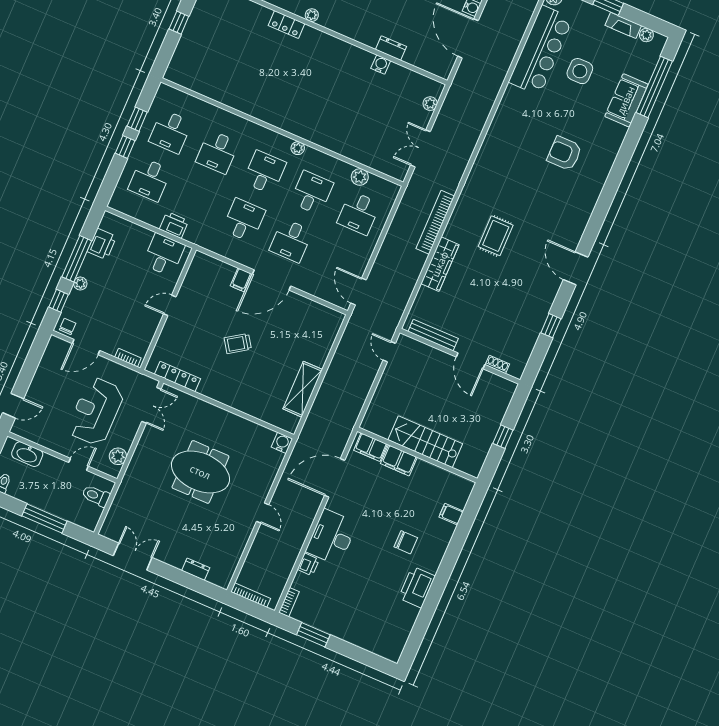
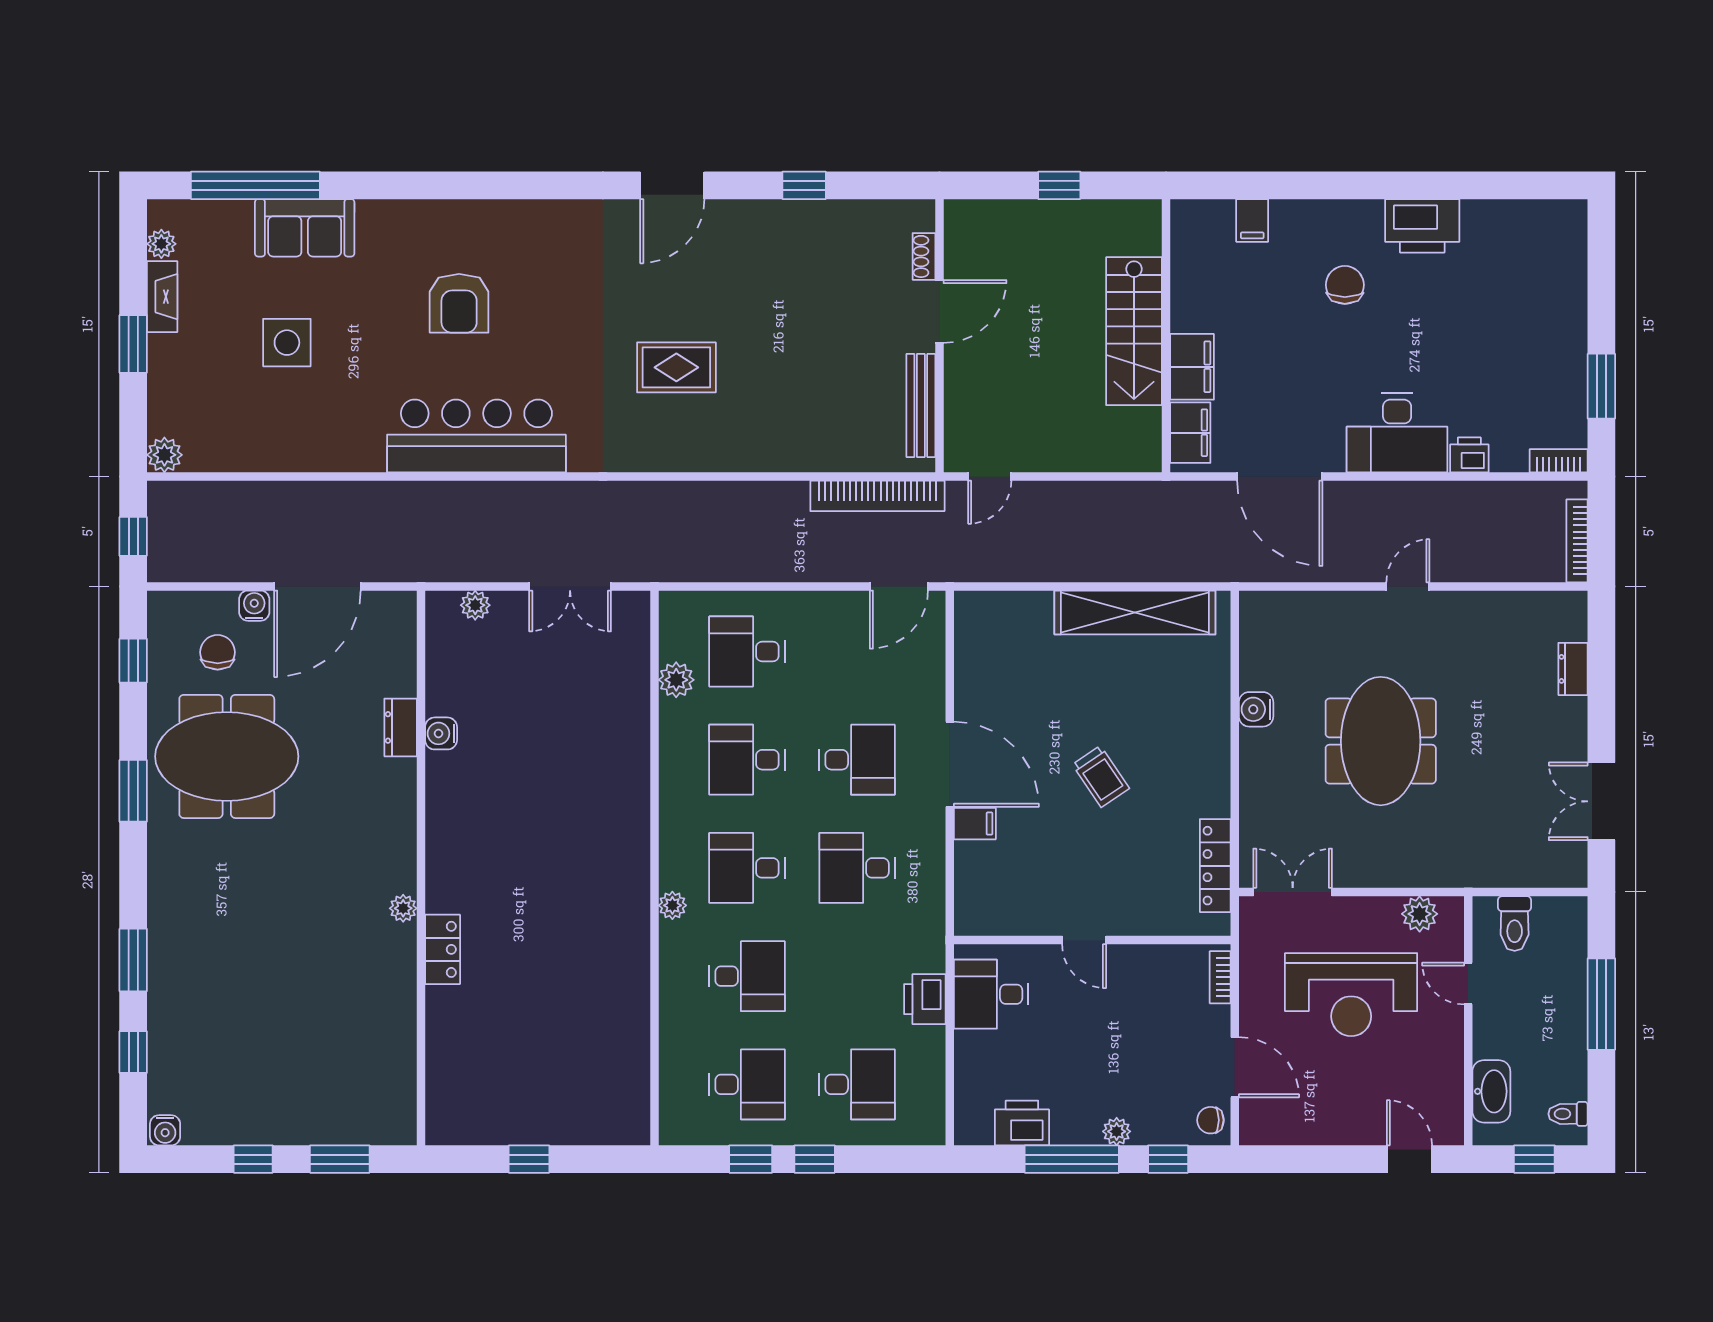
bar counter: (541, 50) -> (476, 436), moved
plant: (298, 148) -> (672, 905), moved
desk: (359, 213) -> (747, 651), turned 180
bookcase: (435, 222) -> (877, 496), moved
wardrobe: (440, 264) -> (778, 452), removed
shelving: (303, 389) -> (1135, 612), width x1.47
water cooler: (282, 443) -> (1256, 709), moved

